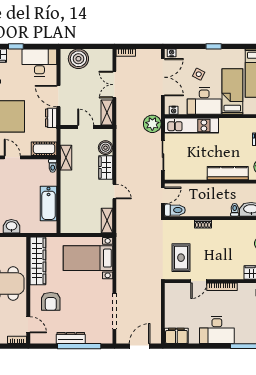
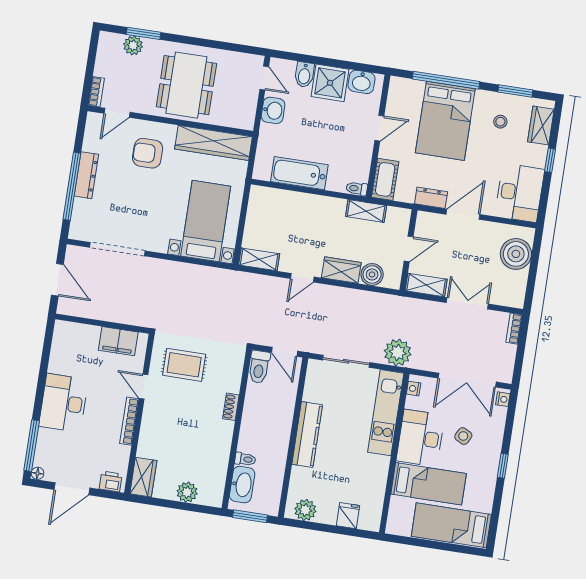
kitchen counter: (228, 173) -> (307, 435), moved
filing cabinet: (176, 336) -> (118, 341), moved, turned 90

